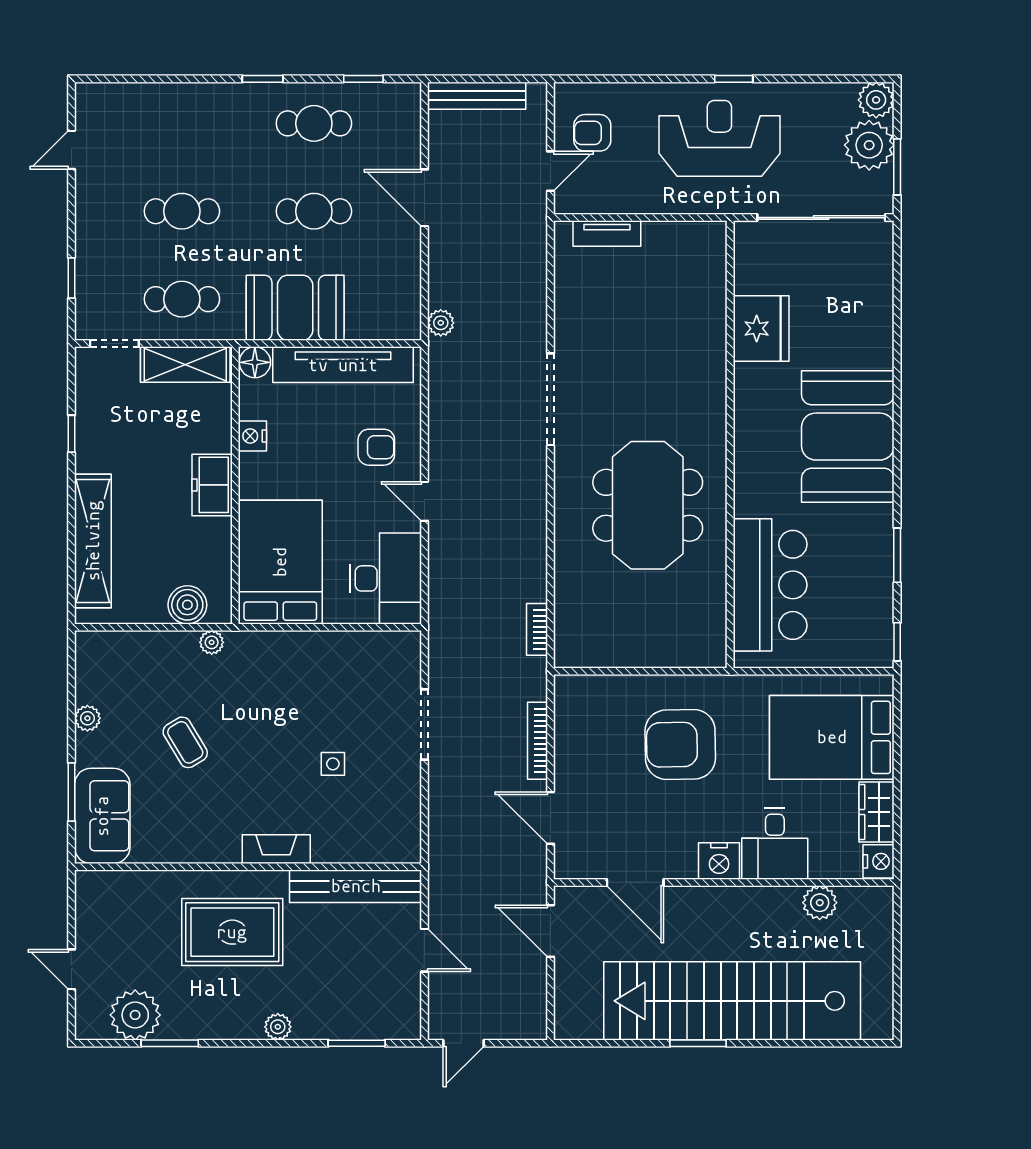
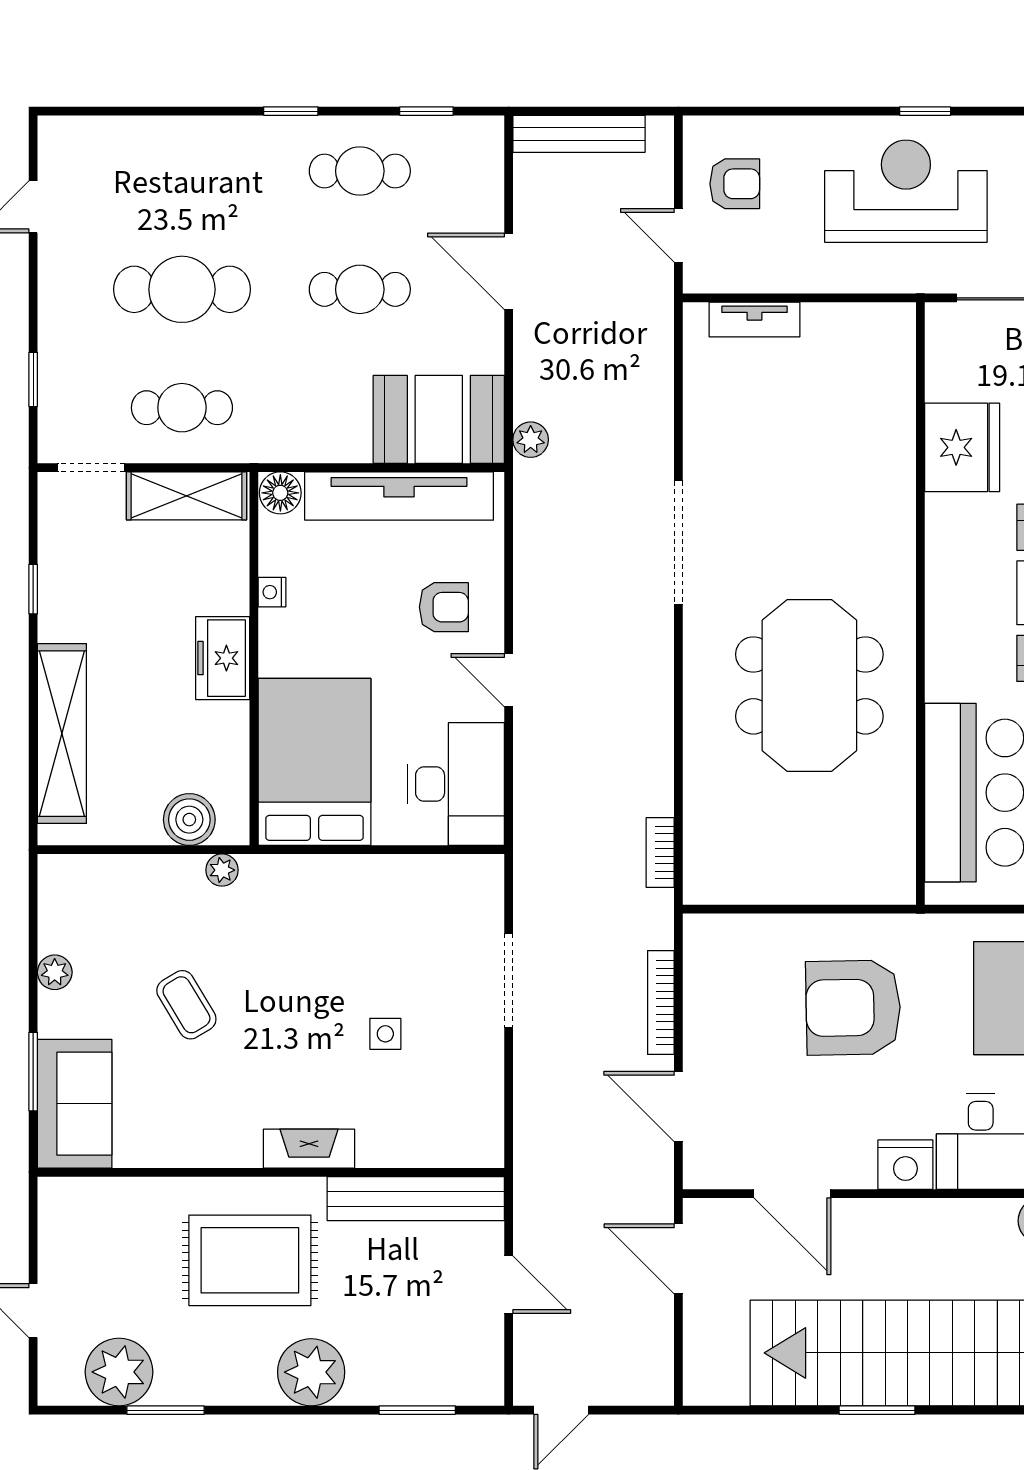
armchair: (592, 133) -> (735, 184), turned 180
door: (550, 171) -> (678, 235), swing flipped
cafe table: (182, 211) -> (182, 289), width x1.37, depth x1.35
booth: (295, 308) -> (439, 419), moved
nightstand: (252, 436) -> (272, 592), width x0.72, depth x0.74
plant: (278, 1027) -> (311, 1372), width x1.87, depth x1.87

